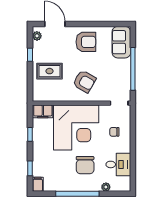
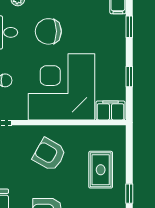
rug: (50, 71) -> (101, 170), turned 90
chair: (85, 165) -> (48, 31), turned -90

